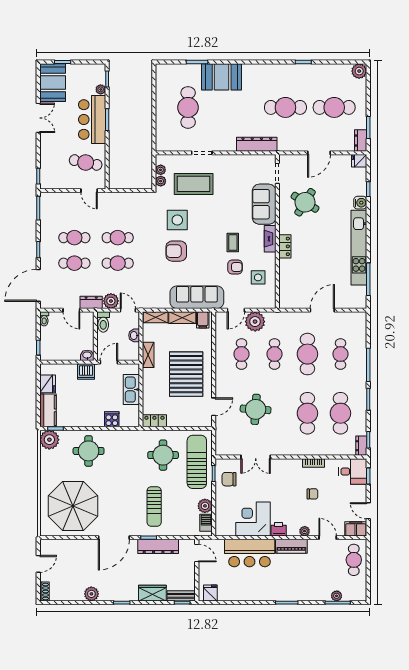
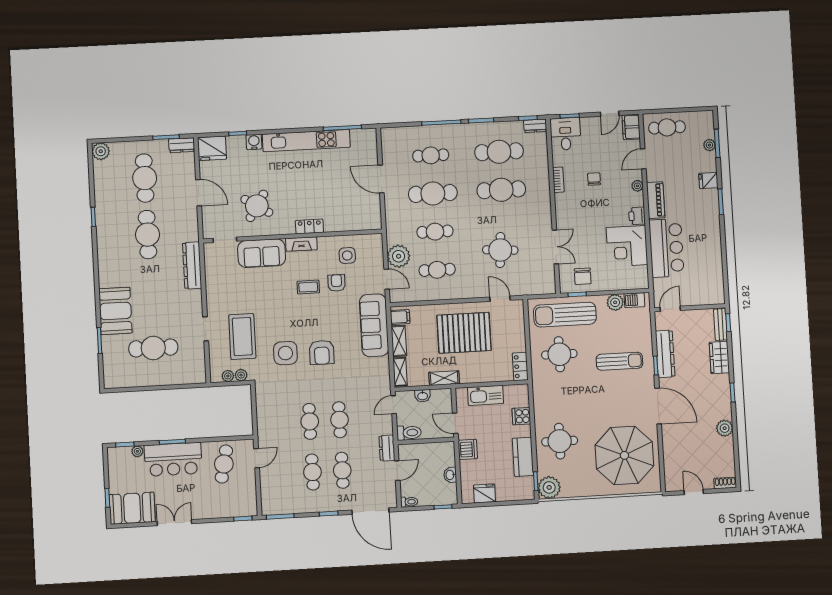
fridge: (359, 161) -> (212, 148), width x1.88, depth x1.34
plant: (111, 301) -> (384, 425), removed
washbasin: (87, 355) -> (450, 475), moved
kitchen counter: (48, 410) -> (523, 457), moved, turned -90
fridge: (210, 593) -> (708, 180), moved

